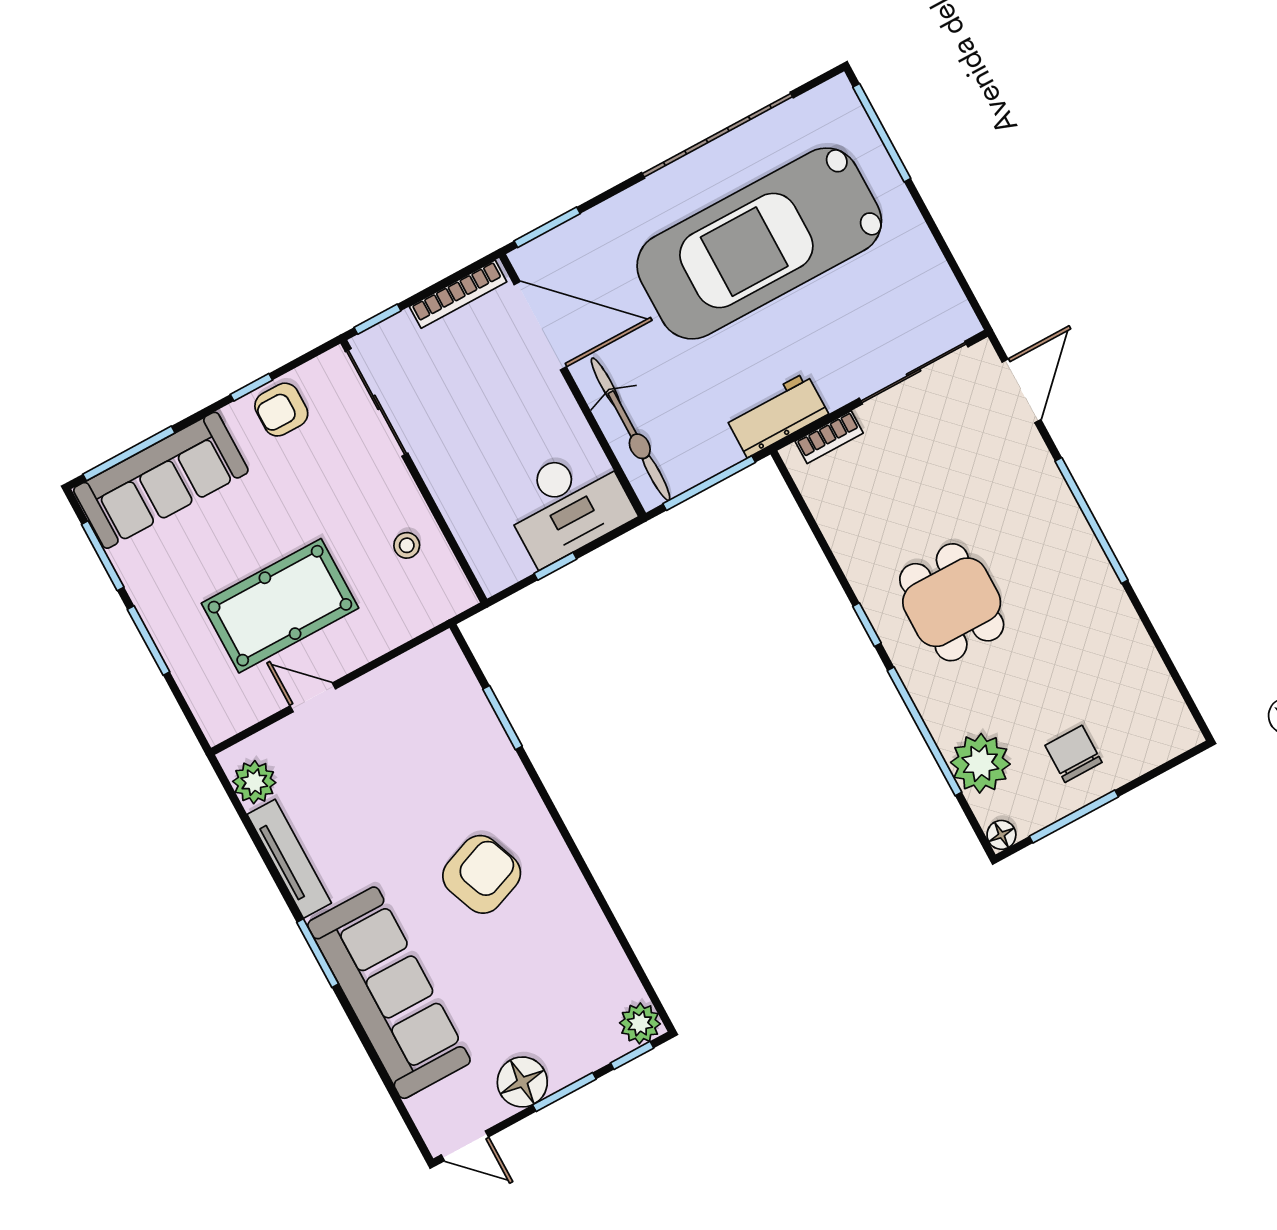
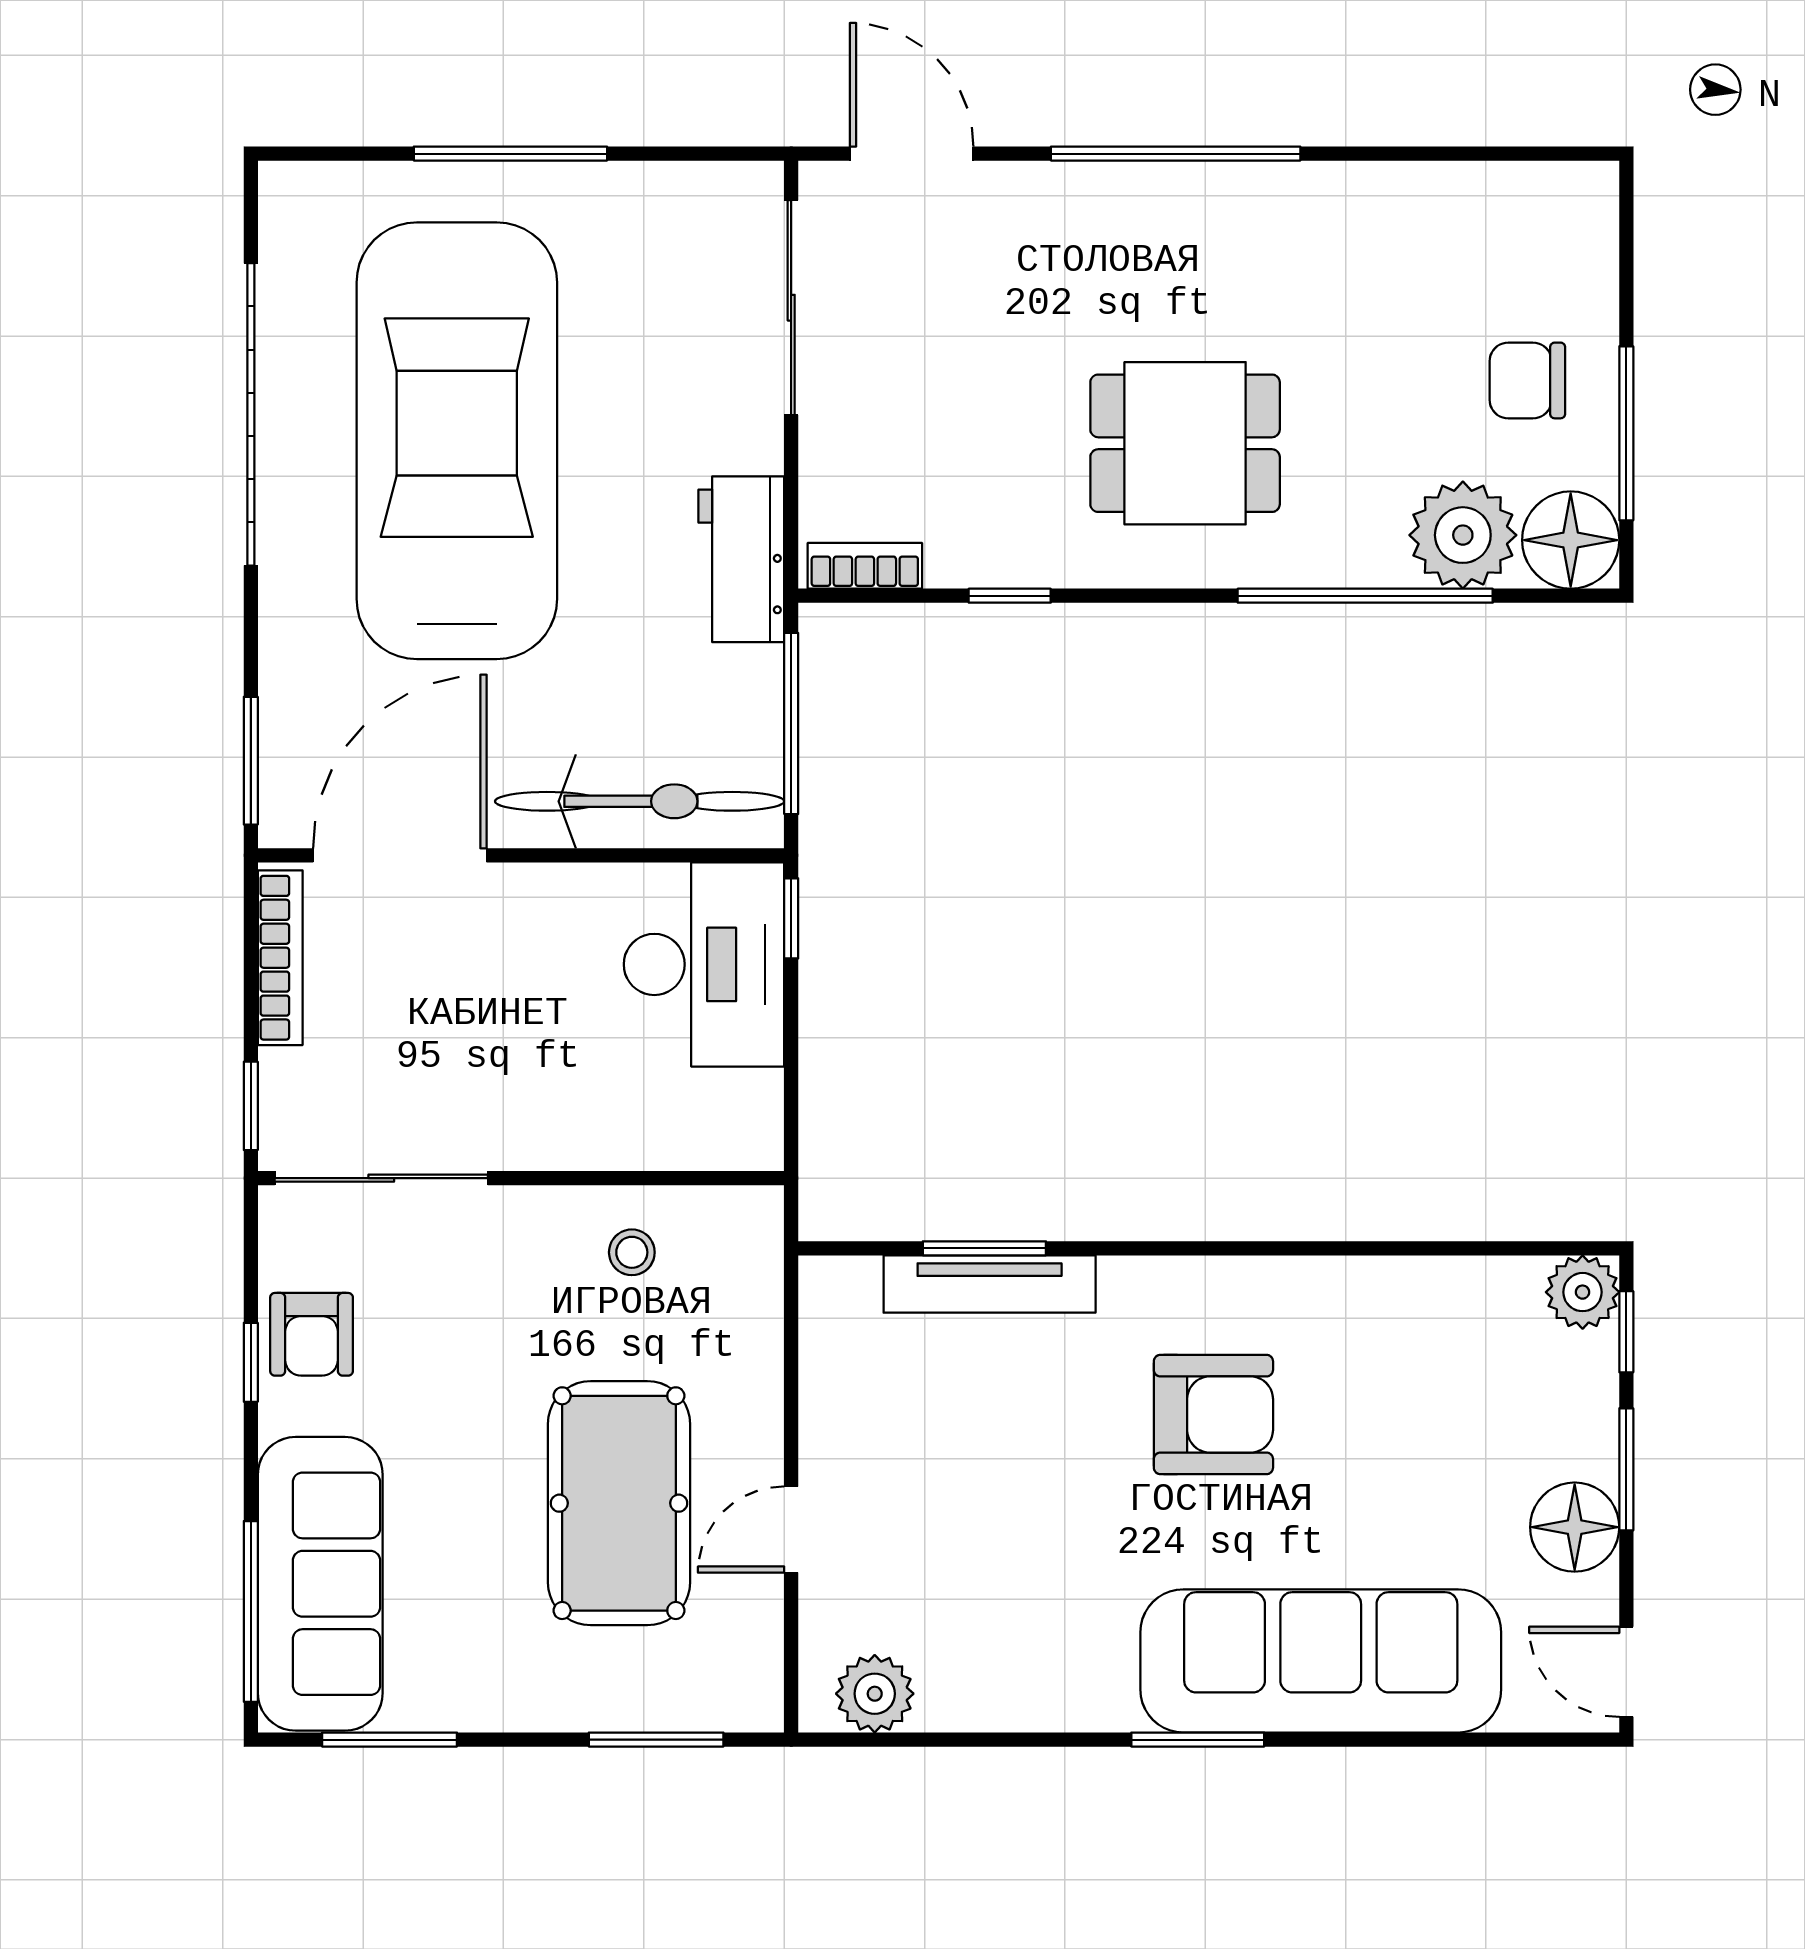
window: (882, 133) -> (510, 154), moved
car: (759, 243) -> (457, 441), turned 180
bookcase: (829, 437) -> (865, 566), moved, turned -90
window: (555, 566) -> (791, 918), moved
window: (867, 625) -> (1010, 596), moved
window: (149, 641) -> (656, 1740), moved
floor lamp: (1001, 835) -> (1571, 540), width x1.89, depth x1.89
tv unit: (289, 859) -> (990, 1284), moved, turned 180
armchair: (482, 874) -> (1213, 1415), turned 111
door: (465, 1146) -> (1626, 1672), swing flipped

